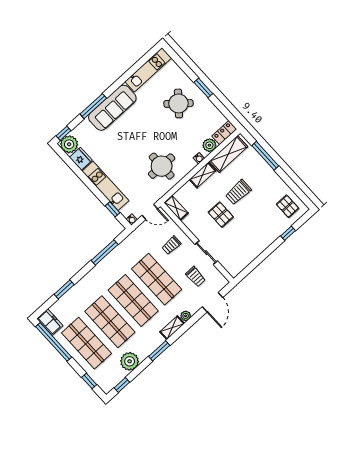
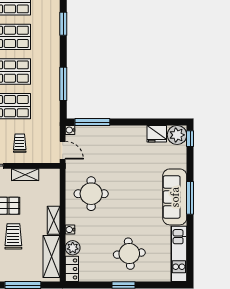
round table: (178, 103) -> (129, 254), turned 45
window: (93, 106) -> (190, 198), moved
kitchen unit: (105, 186) -> (117, 134), removed
shelving: (176, 208) -> (25, 175), moved
window: (112, 209) -> (92, 122), width x2.17
door: (150, 212) -> (63, 150), swing flipped

